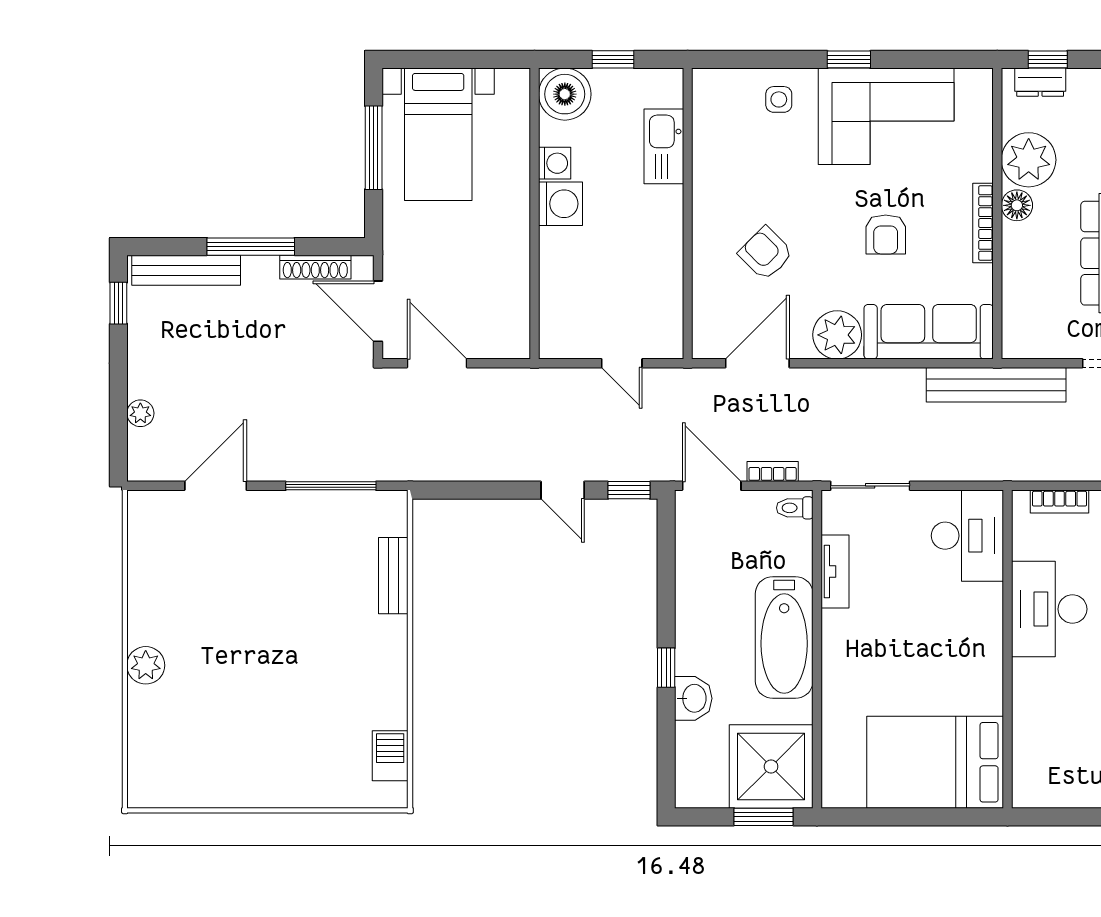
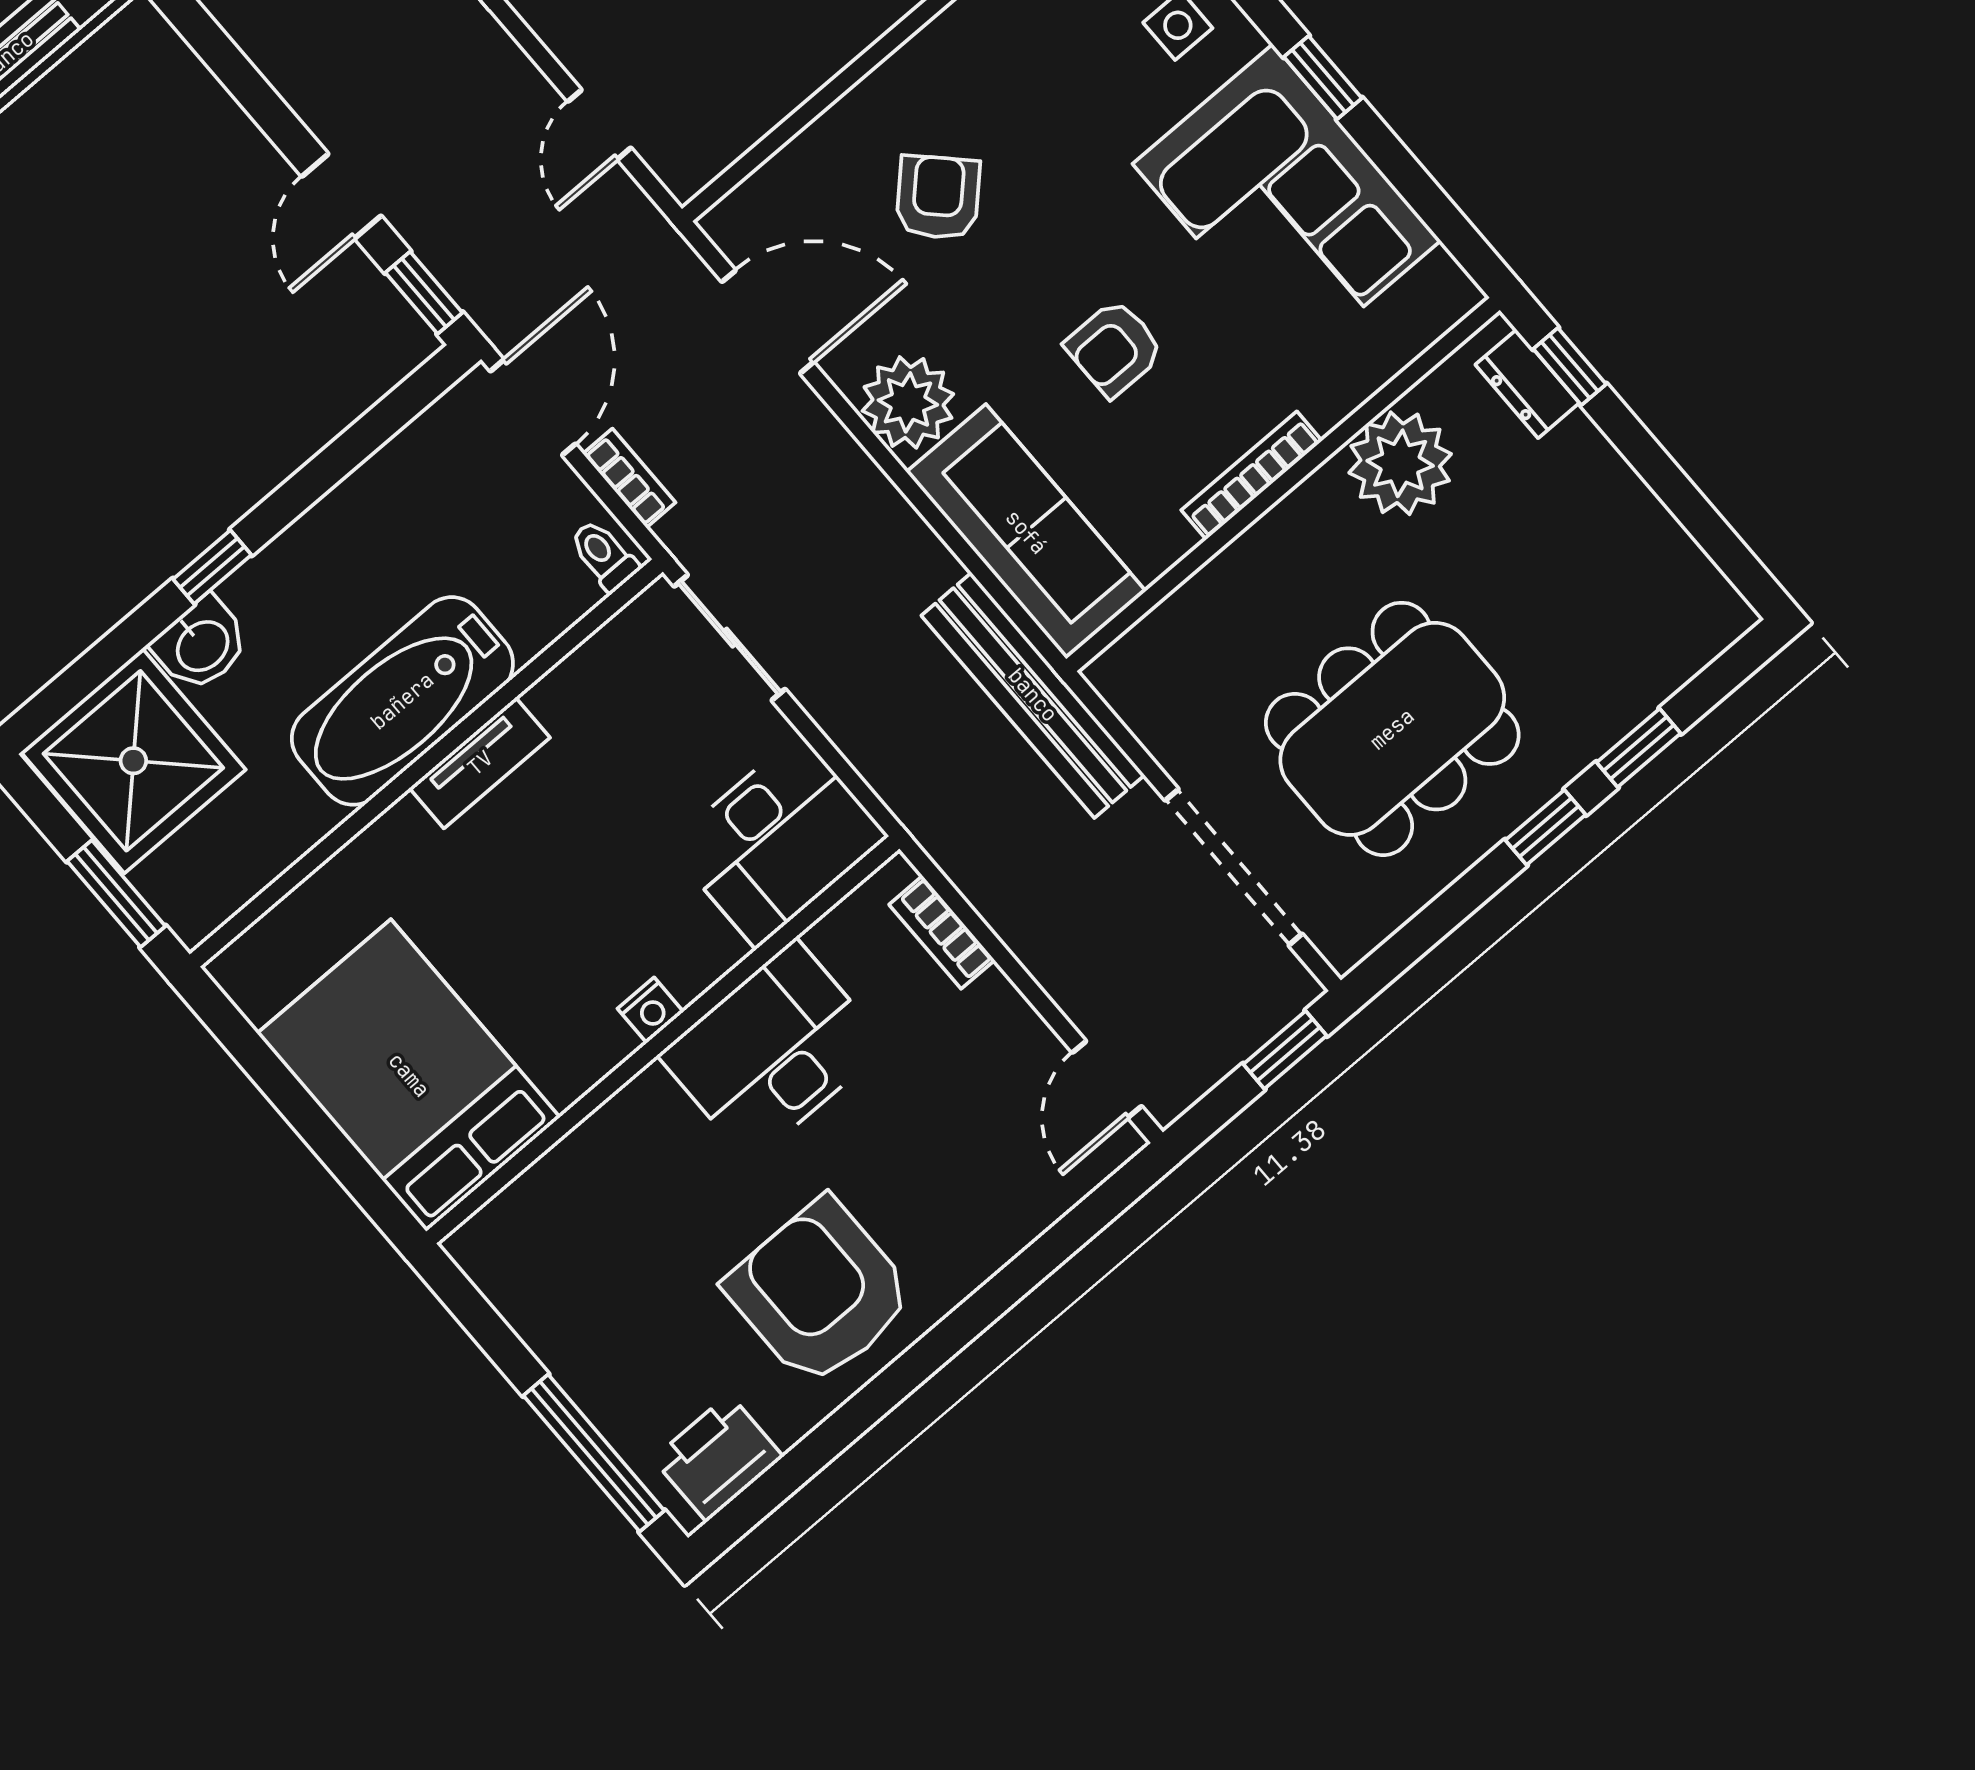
floor lamp: (1017, 205) -> (1319, 503), removed
tv unit: (835, 572) -> (480, 763), moved
nightstand: (991, 644) -> (650, 1010), added
shower: (771, 767) -> (133, 761), moved

